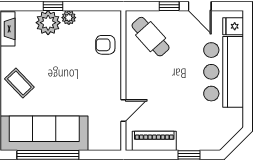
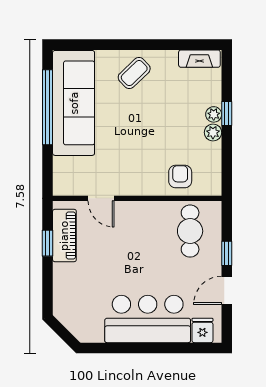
plant: (48, 23) -> (214, 114), width x0.53, depth x0.53
cafe table: (151, 37) -> (190, 231), turned -48
window: (189, 155) -> (48, 243), moved

